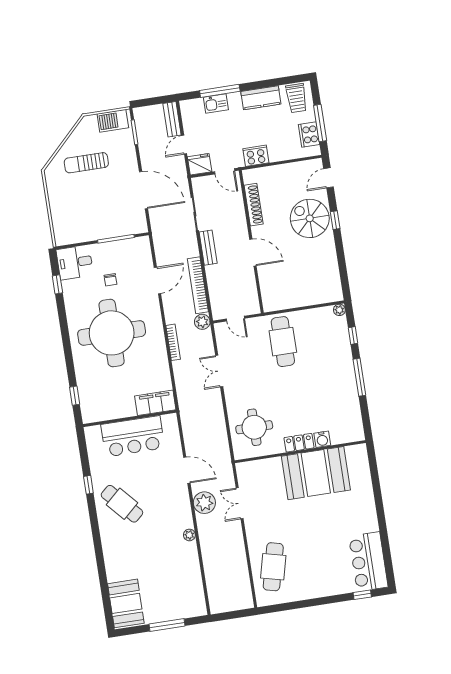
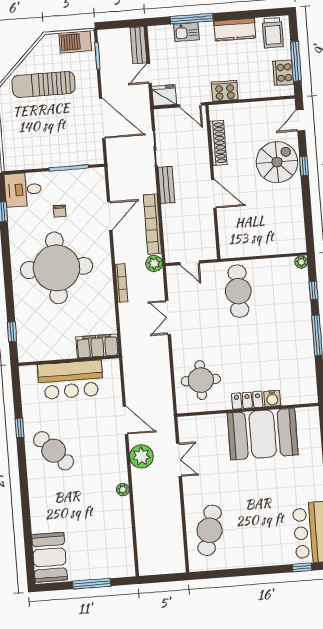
sun lounger: (86, 163) -> (44, 84), width x1.36, depth x1.34
spiral stairs: (310, 218) -> (277, 162), turned 90
double door: (240, 503) -> (179, 460), swing flipped

